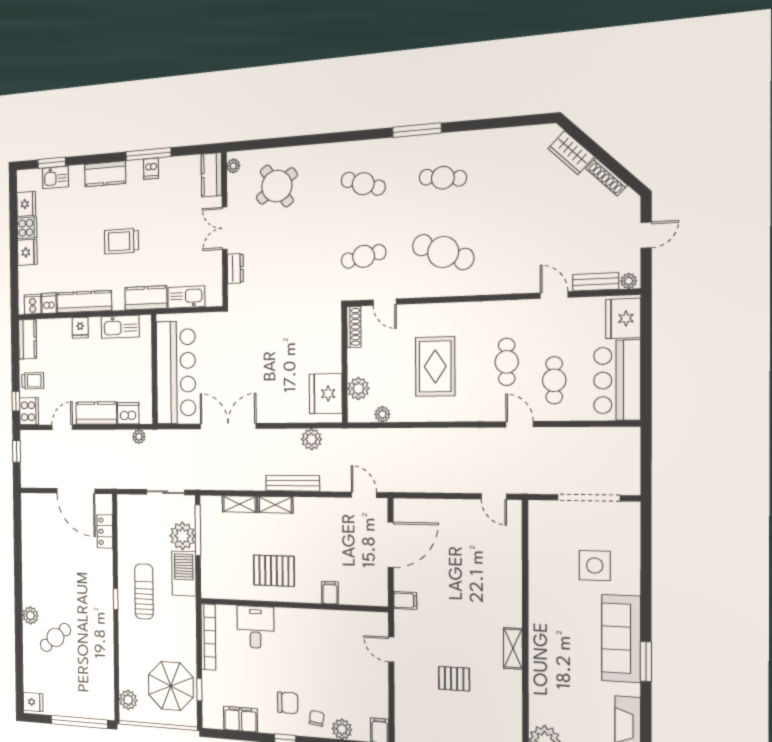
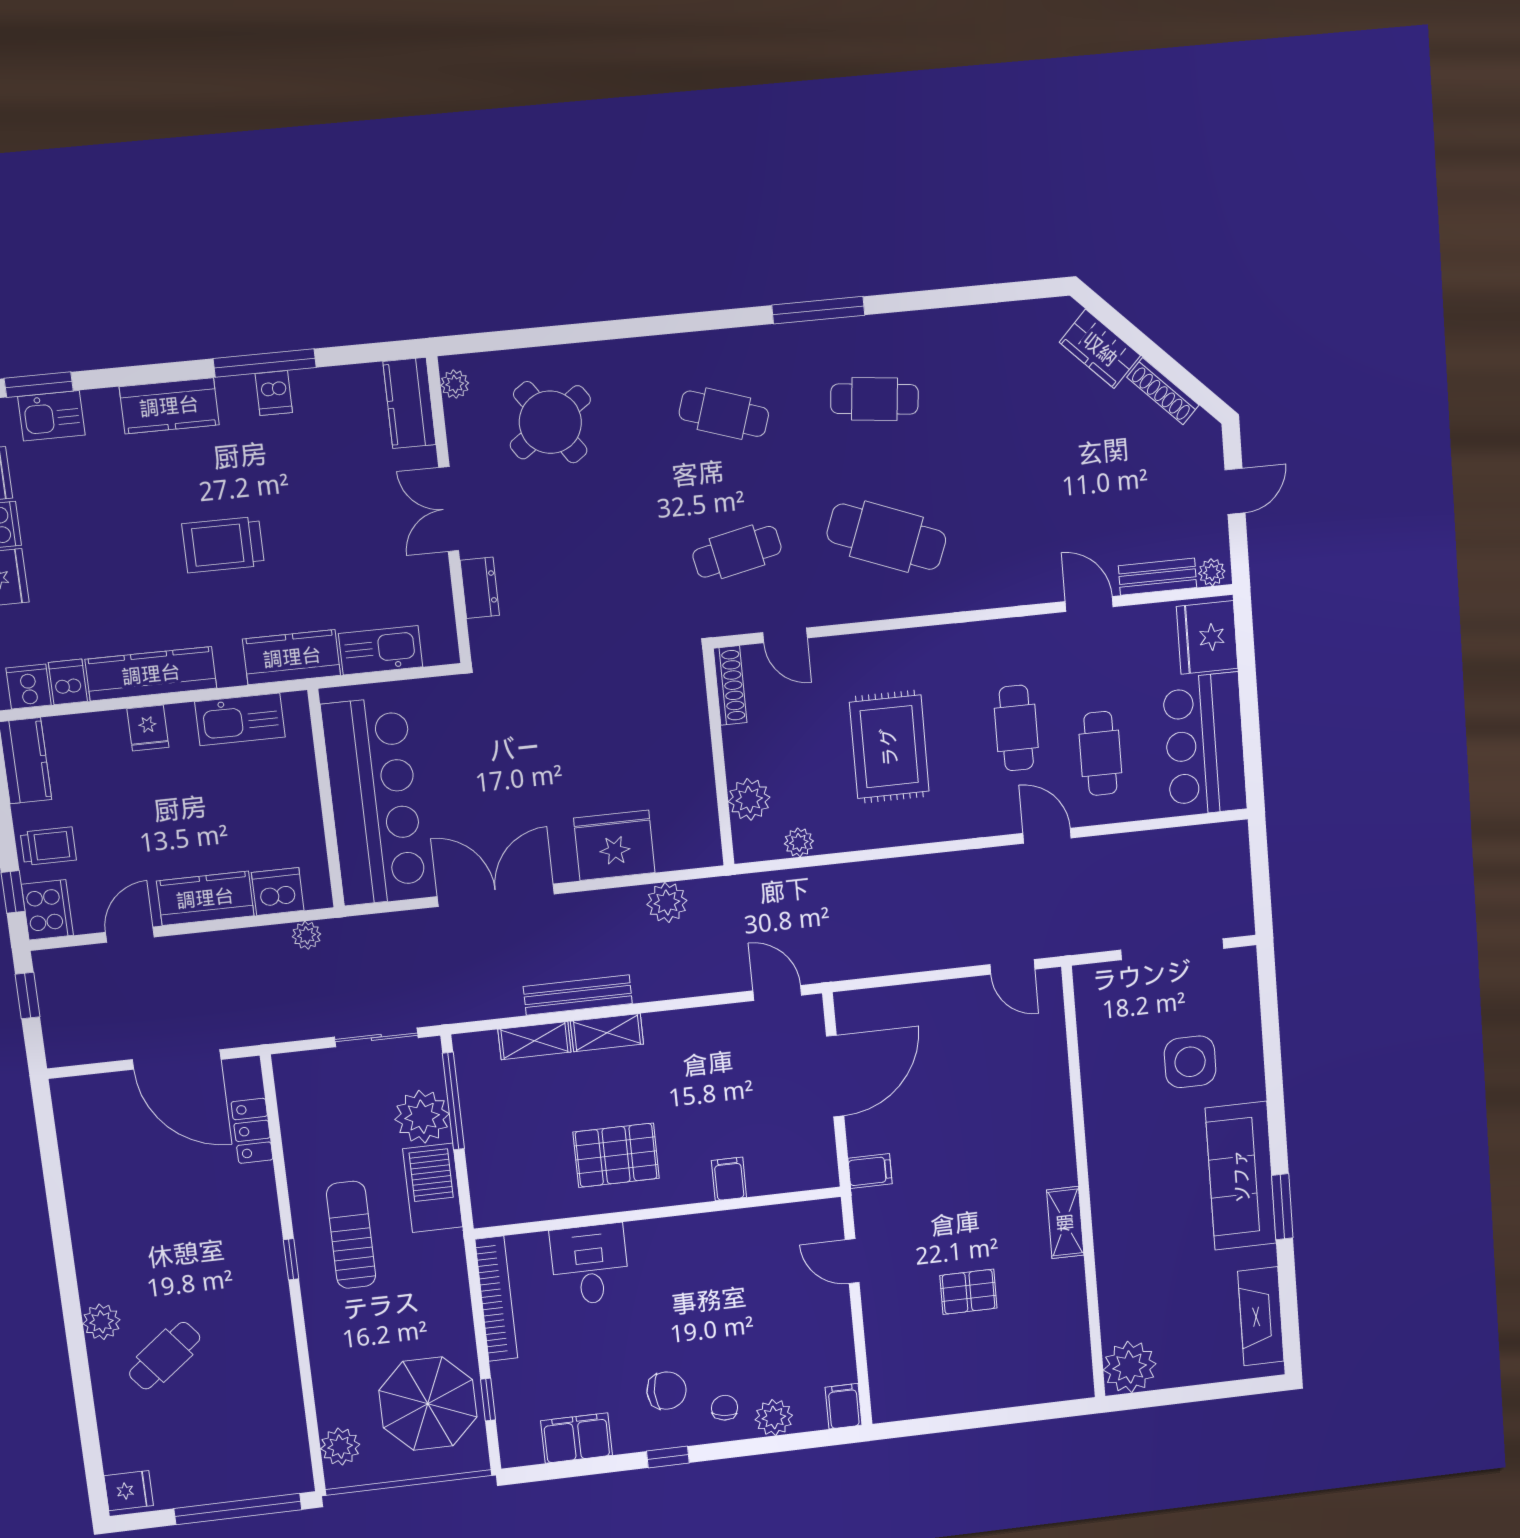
fridge: (326, 394) -> (614, 845), moved, turned 90
bench: (293, 483) -> (578, 995), moved

